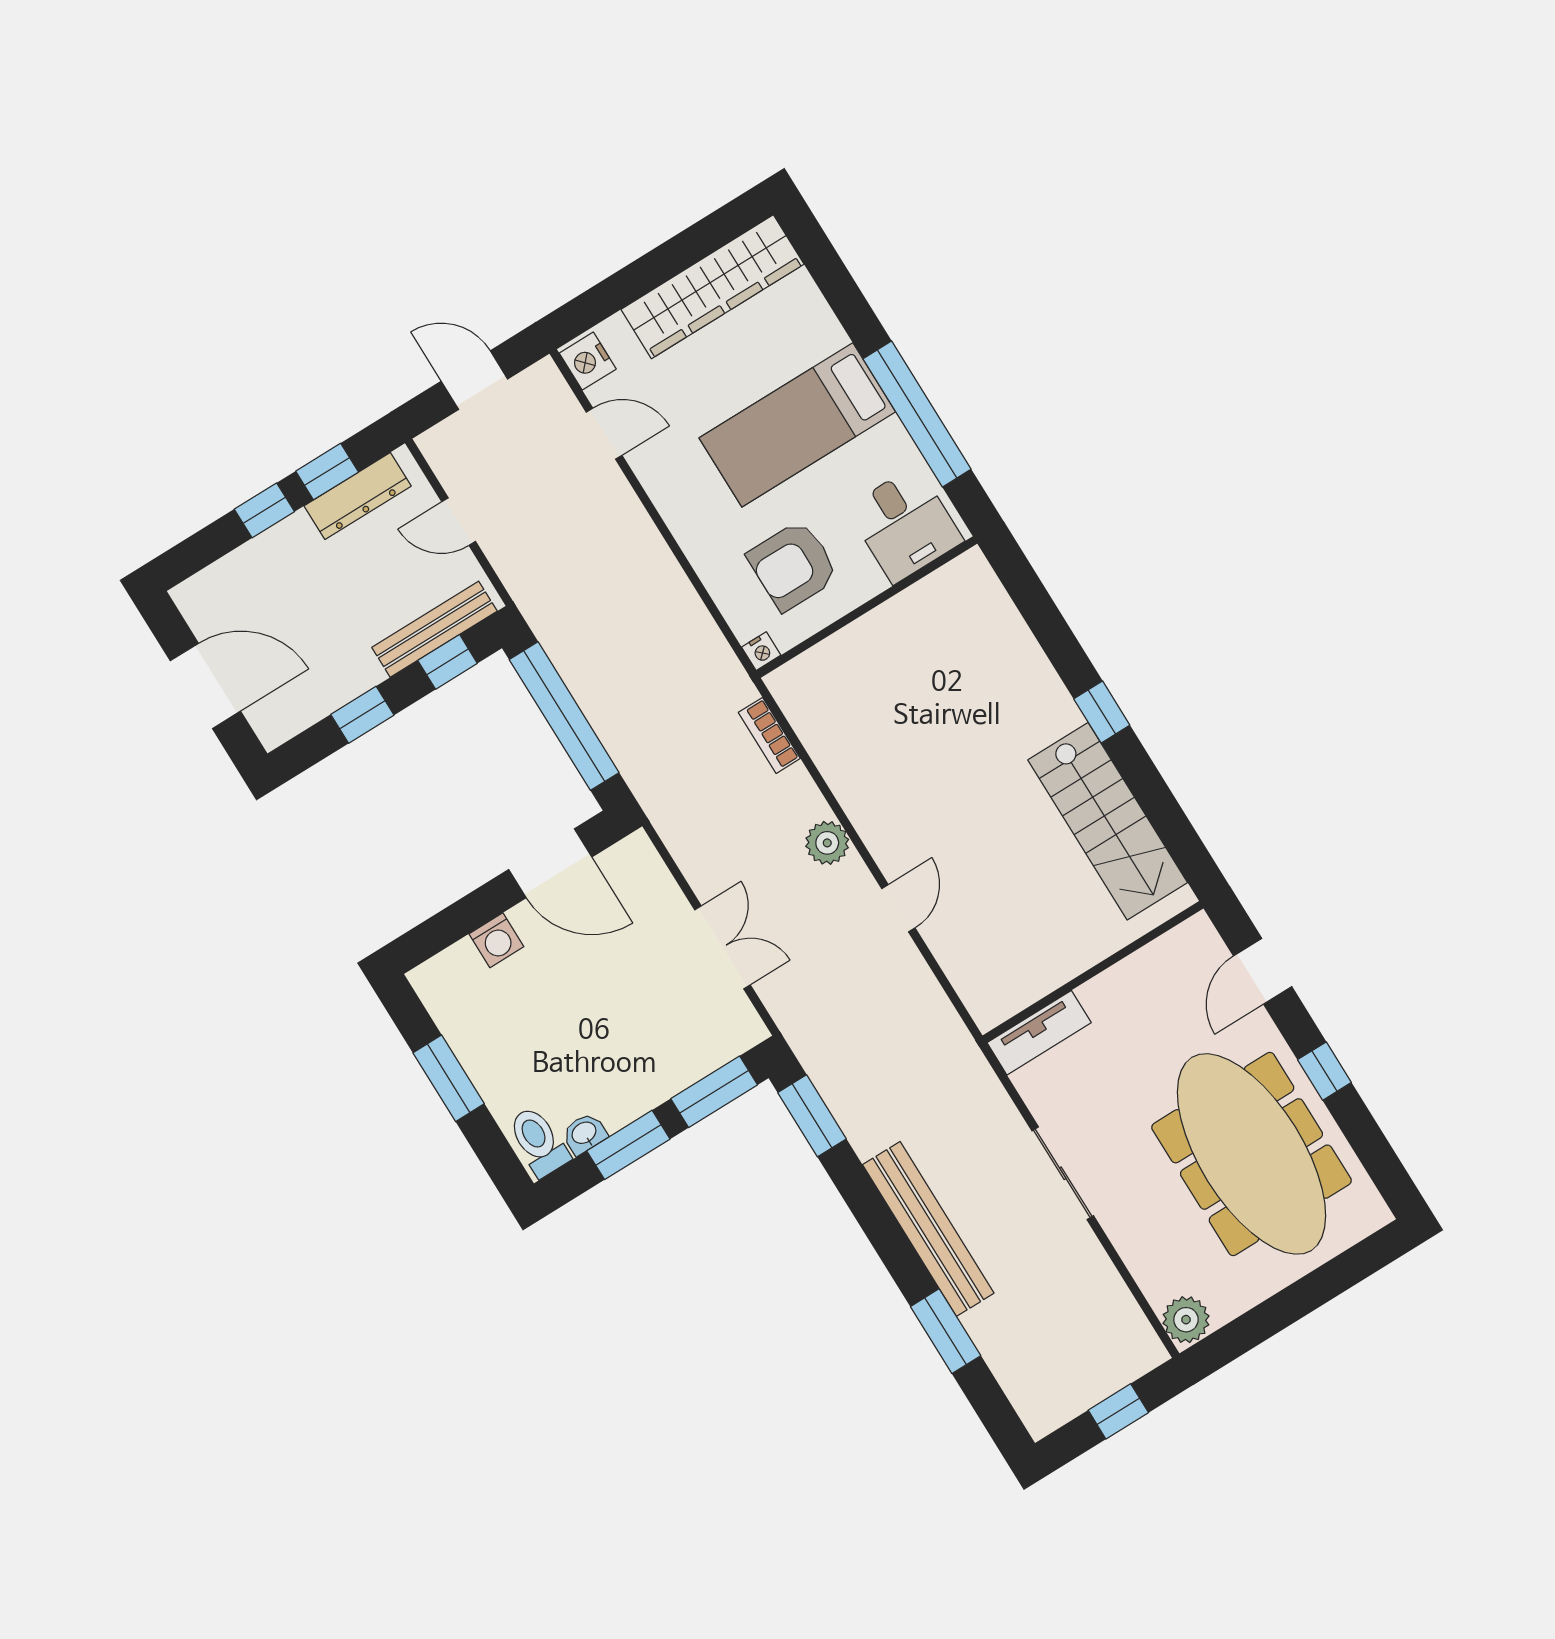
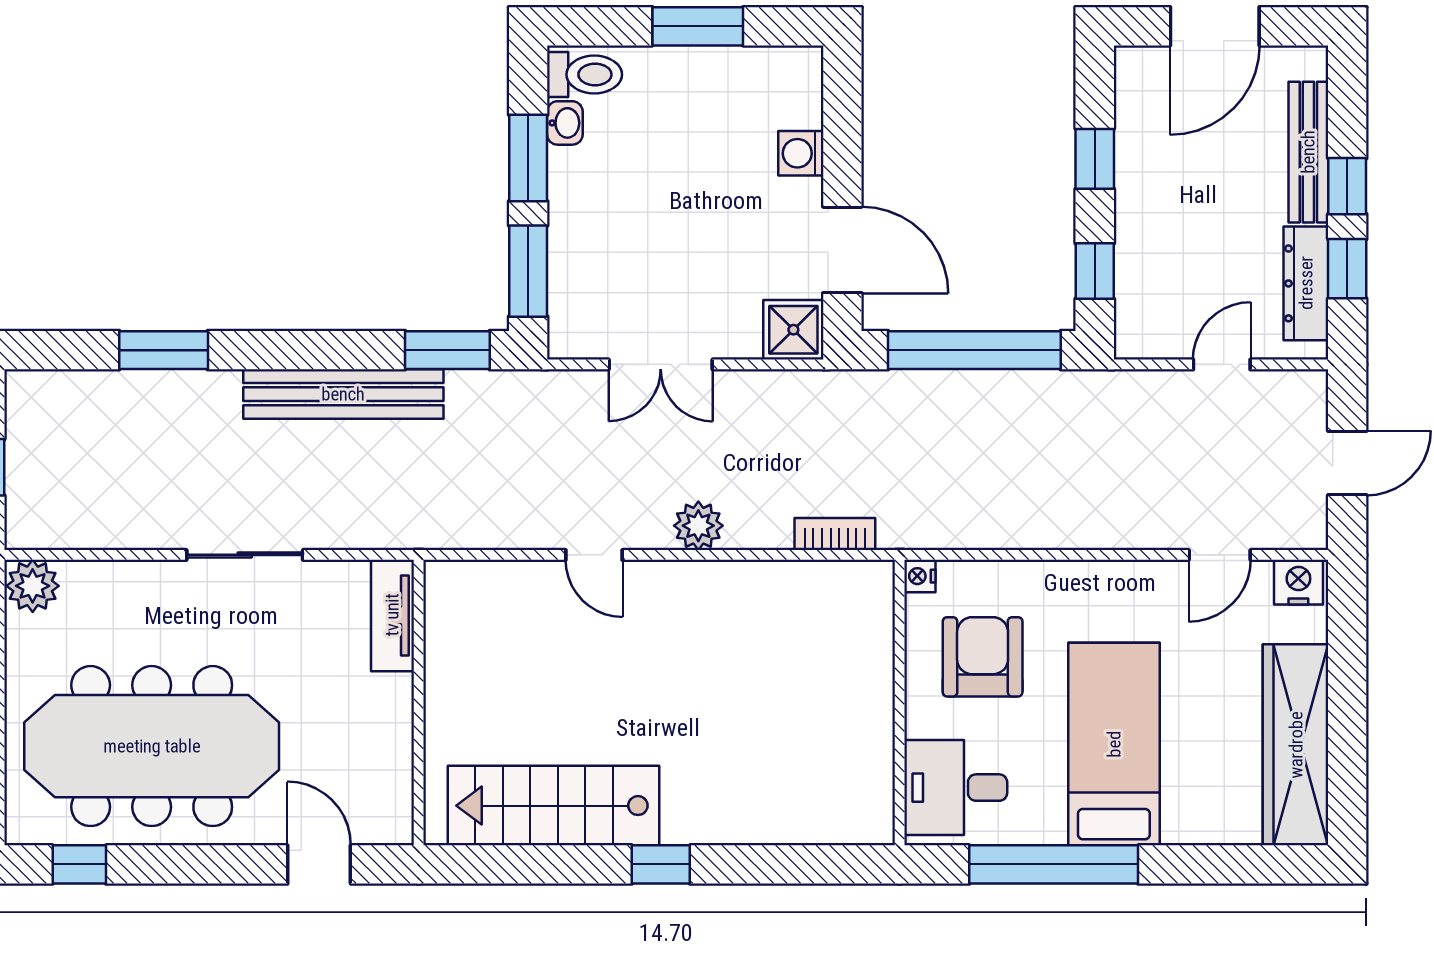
bench: (434, 629) -> (1308, 152), moved
door: (550, 863) -> (842, 250), swing flipped
shower: (634, 863) -> (793, 330), added
window: (1324, 1071) -> (79, 864), moved
bench: (928, 1229) -> (343, 394), moved

